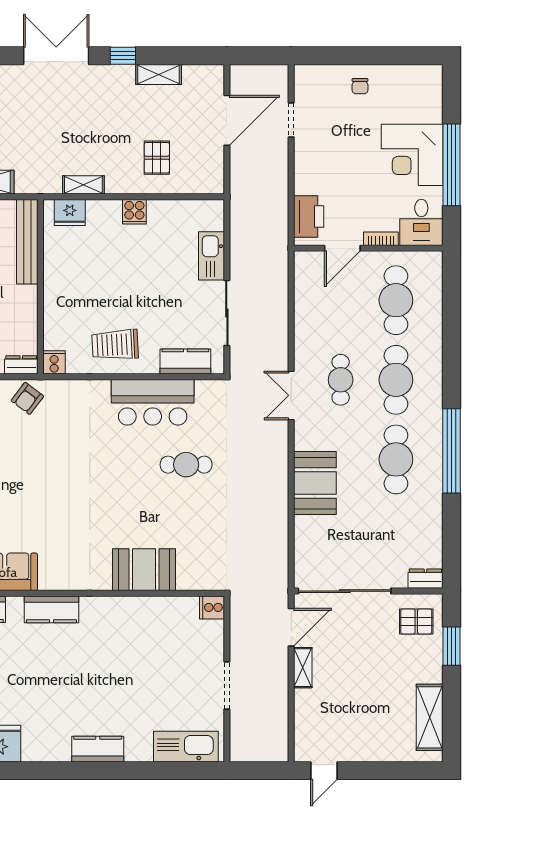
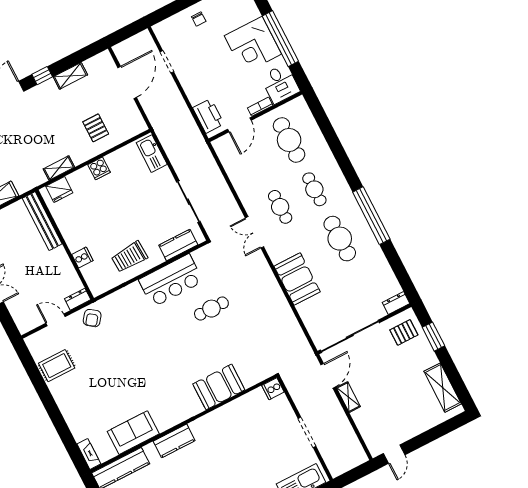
kitchen sink: (211, 256) -> (152, 154), moved
cooker: (54, 362) -> (82, 257), moved, turned 90
cafe table: (396, 380) -> (314, 189), width x0.73, depth x0.74

